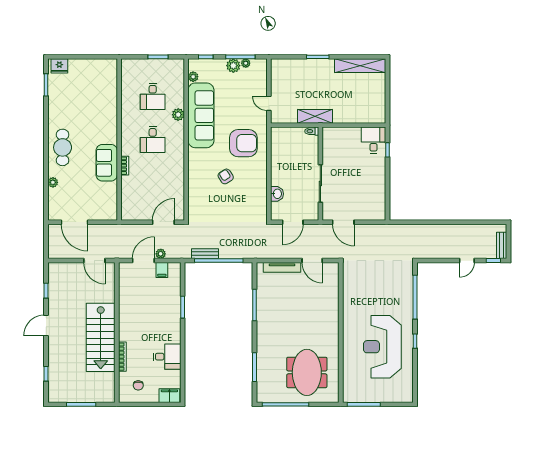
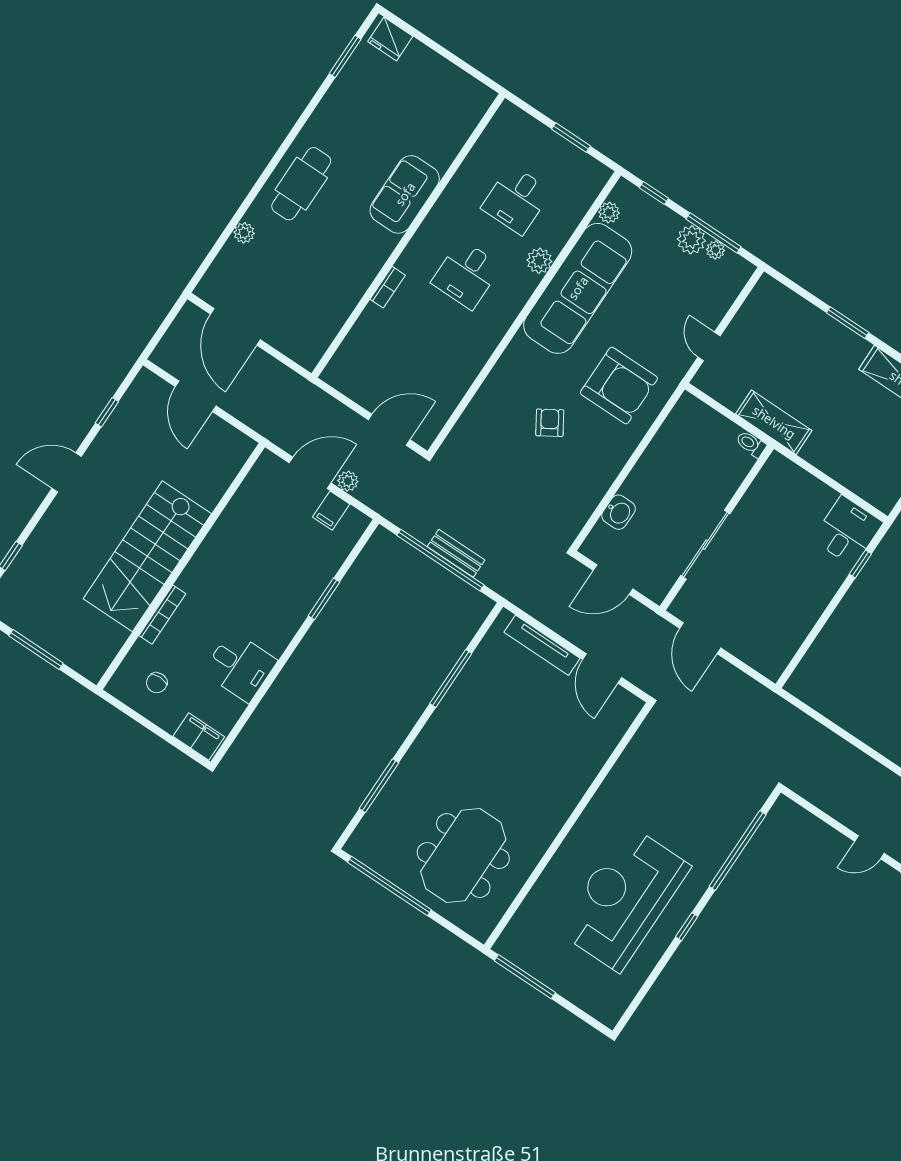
sofa: (107, 163) -> (405, 194), moved
bench: (205, 254) -> (456, 553), moved
door: (94, 261) -> (196, 396), moved

